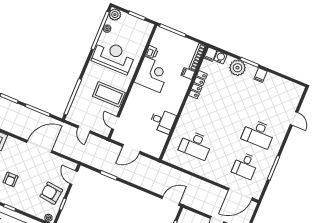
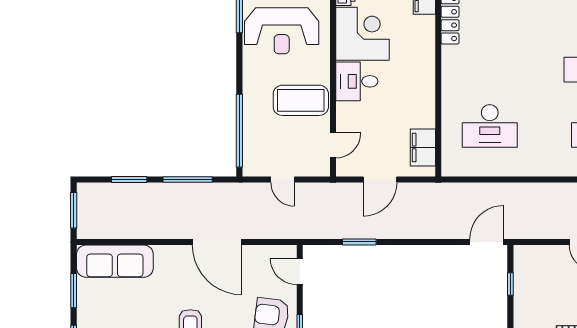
reception desk: (113, 57) -> (282, 31), turned 180
desk: (163, 121) -> (357, 81), moved, turned 180
door: (115, 123) -> (333, 145), swing flipped
filing cabinet: (159, 142) -> (423, 147), added
door: (39, 147) -> (217, 242), swing flipped

